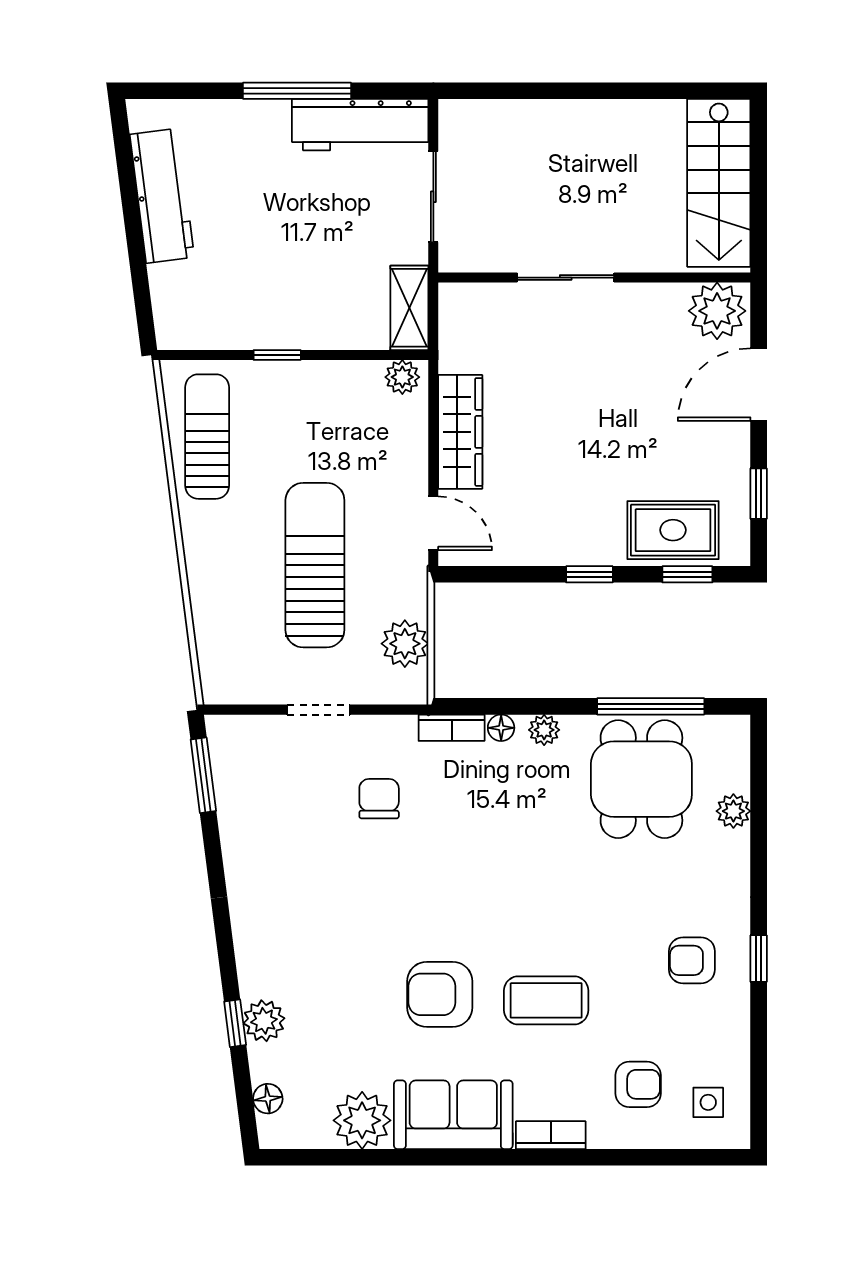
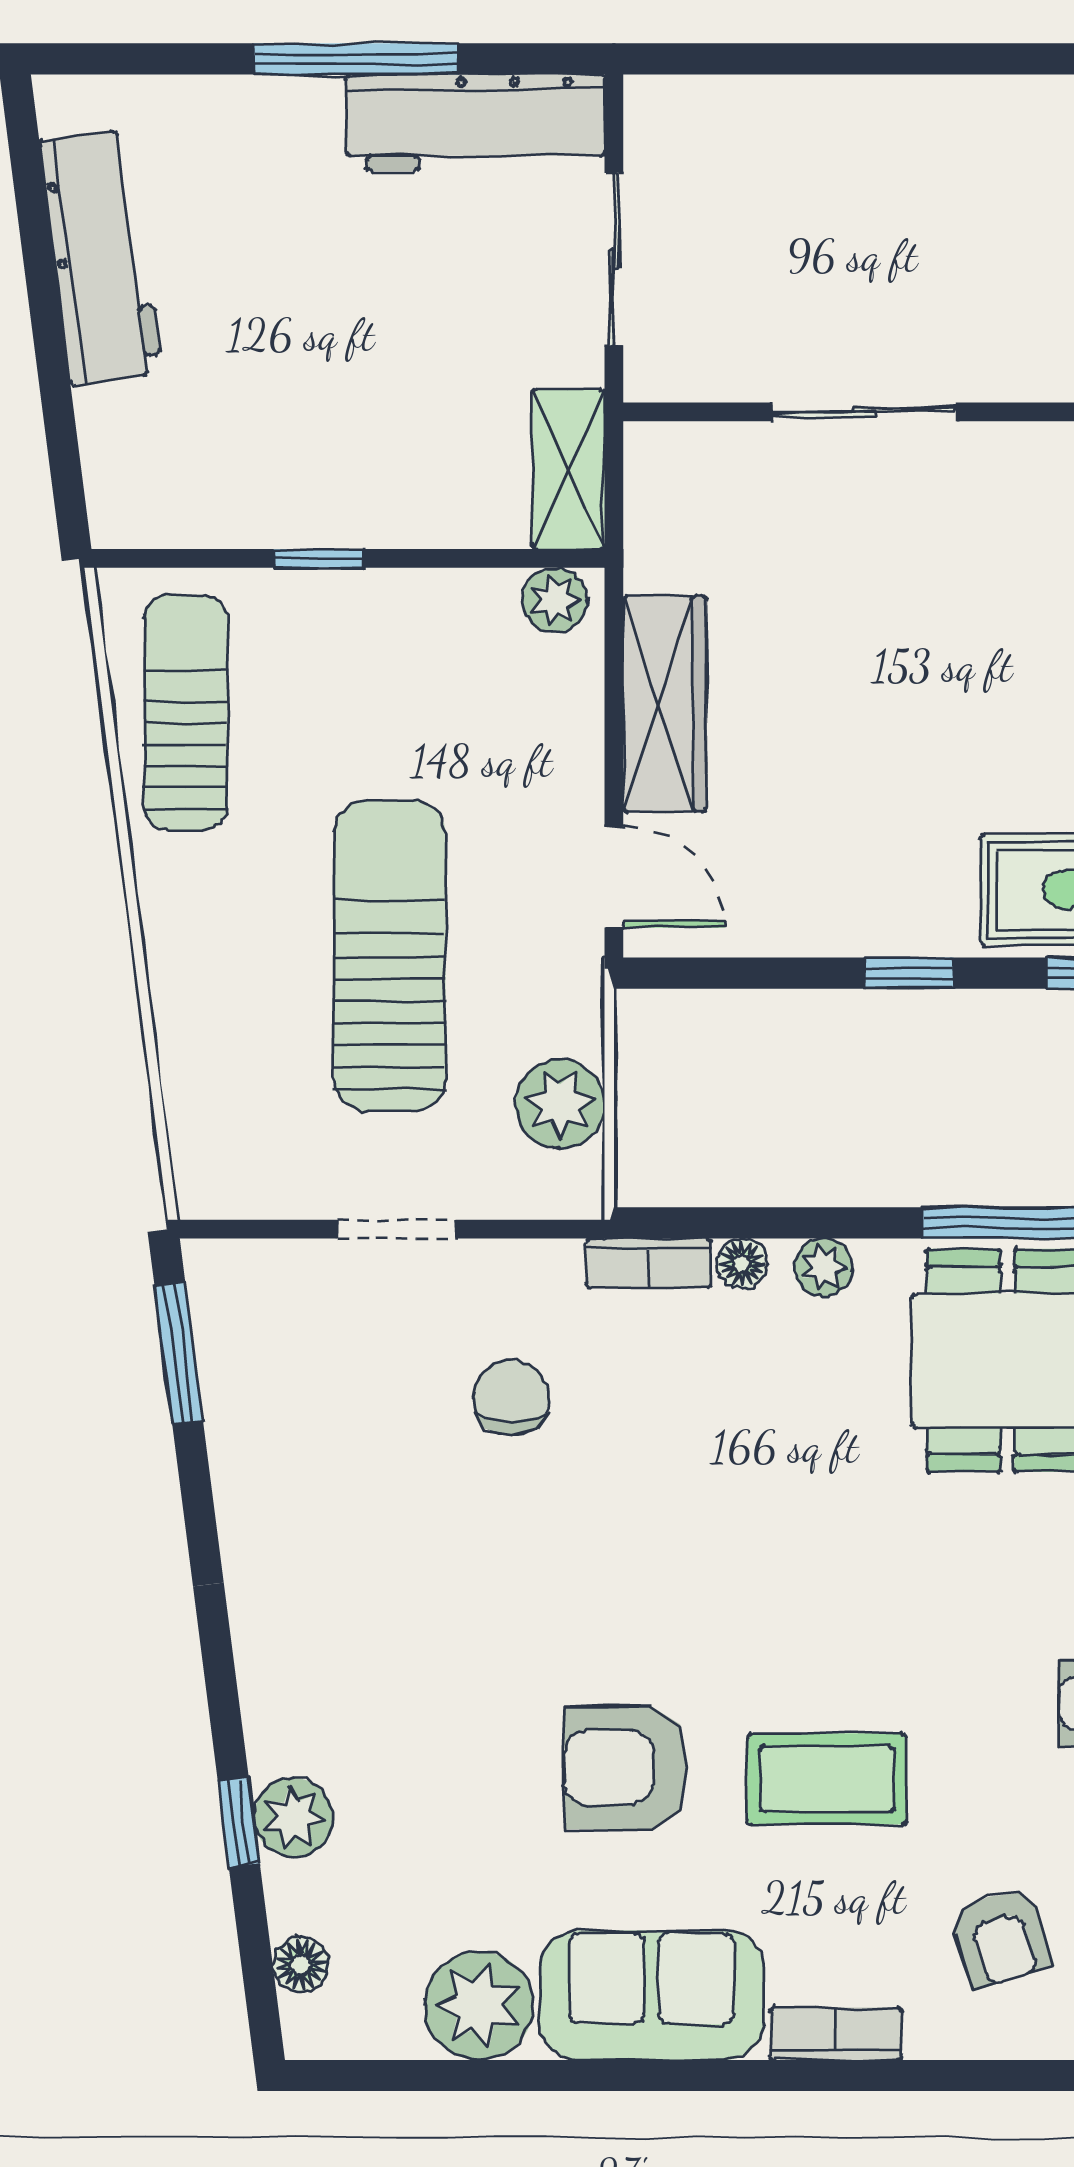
armchair: (638, 1084) -> (1001, 1938), turned 73

